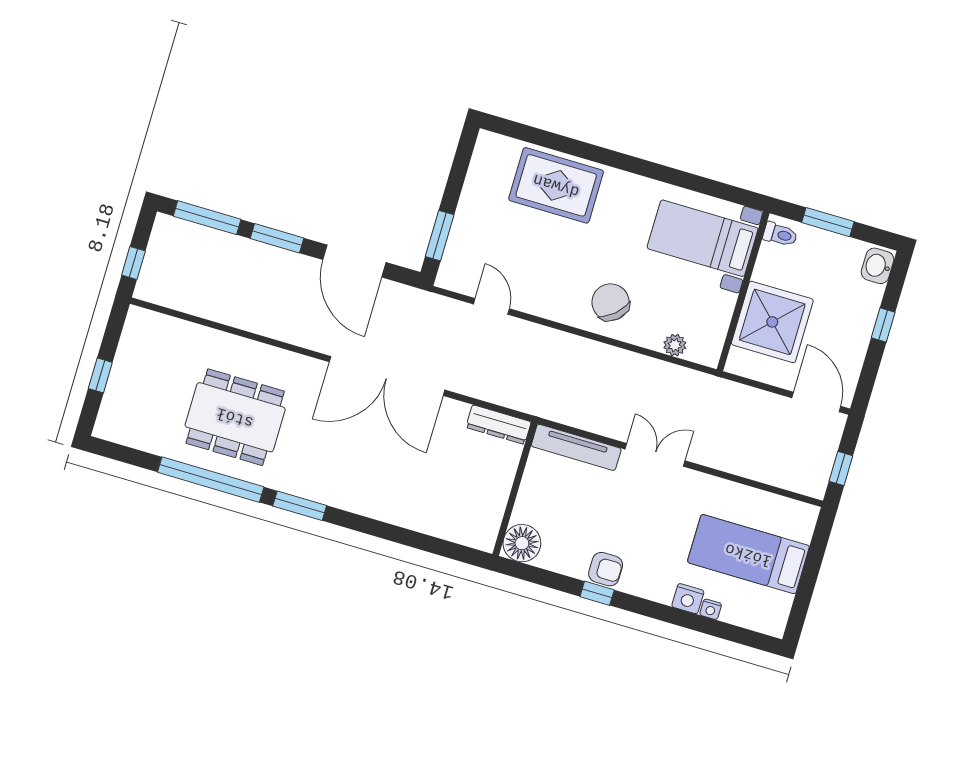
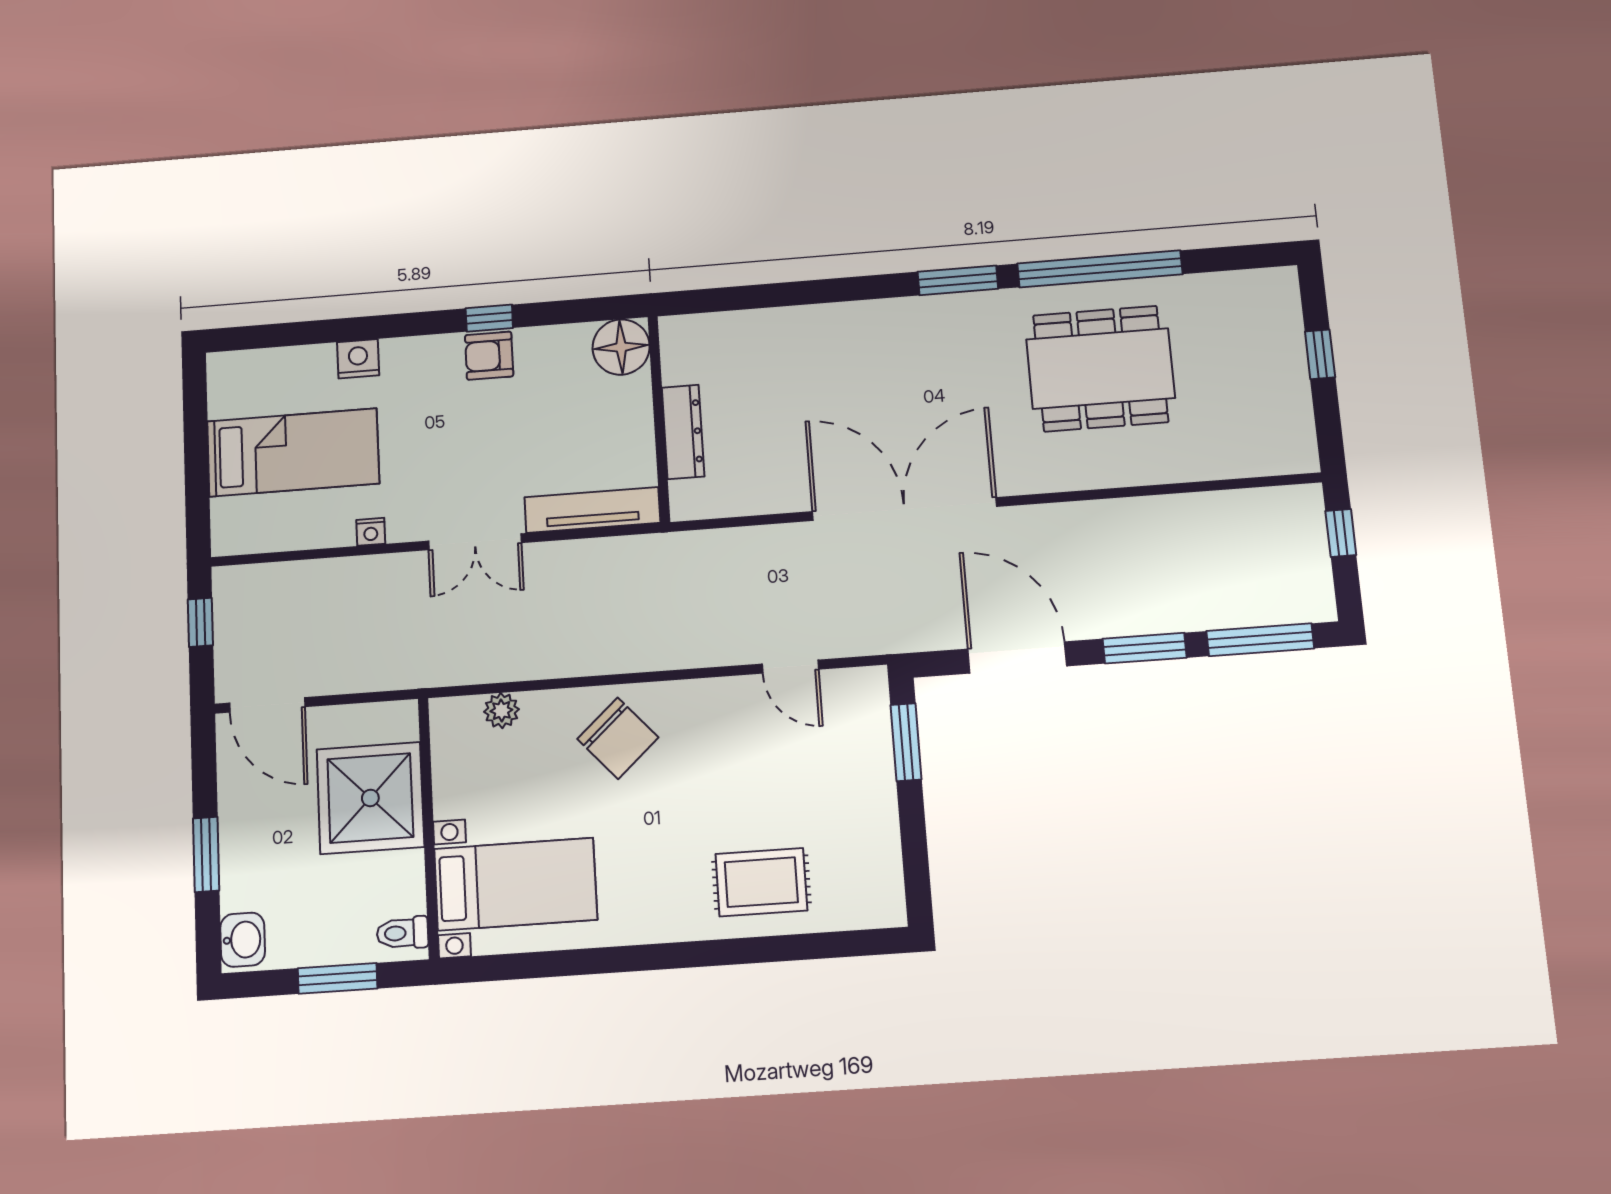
rug: (556, 185) -> (761, 882), width x0.73, depth x0.70
window: (883, 325) -> (206, 854), width x1.50
dresser: (499, 425) -> (683, 432), moved, turned 90
nightstand: (711, 609) -> (371, 532), moved, turned 180

